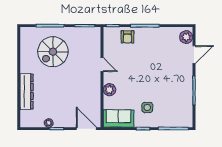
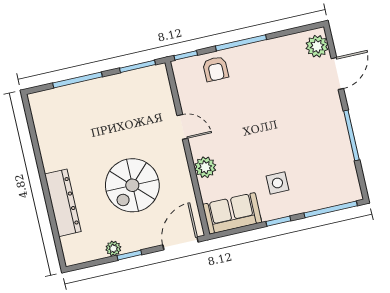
spiral stairs: (53, 52) -> (132, 185), moved
door: (86, 129) -> (181, 243), hinge flipped

